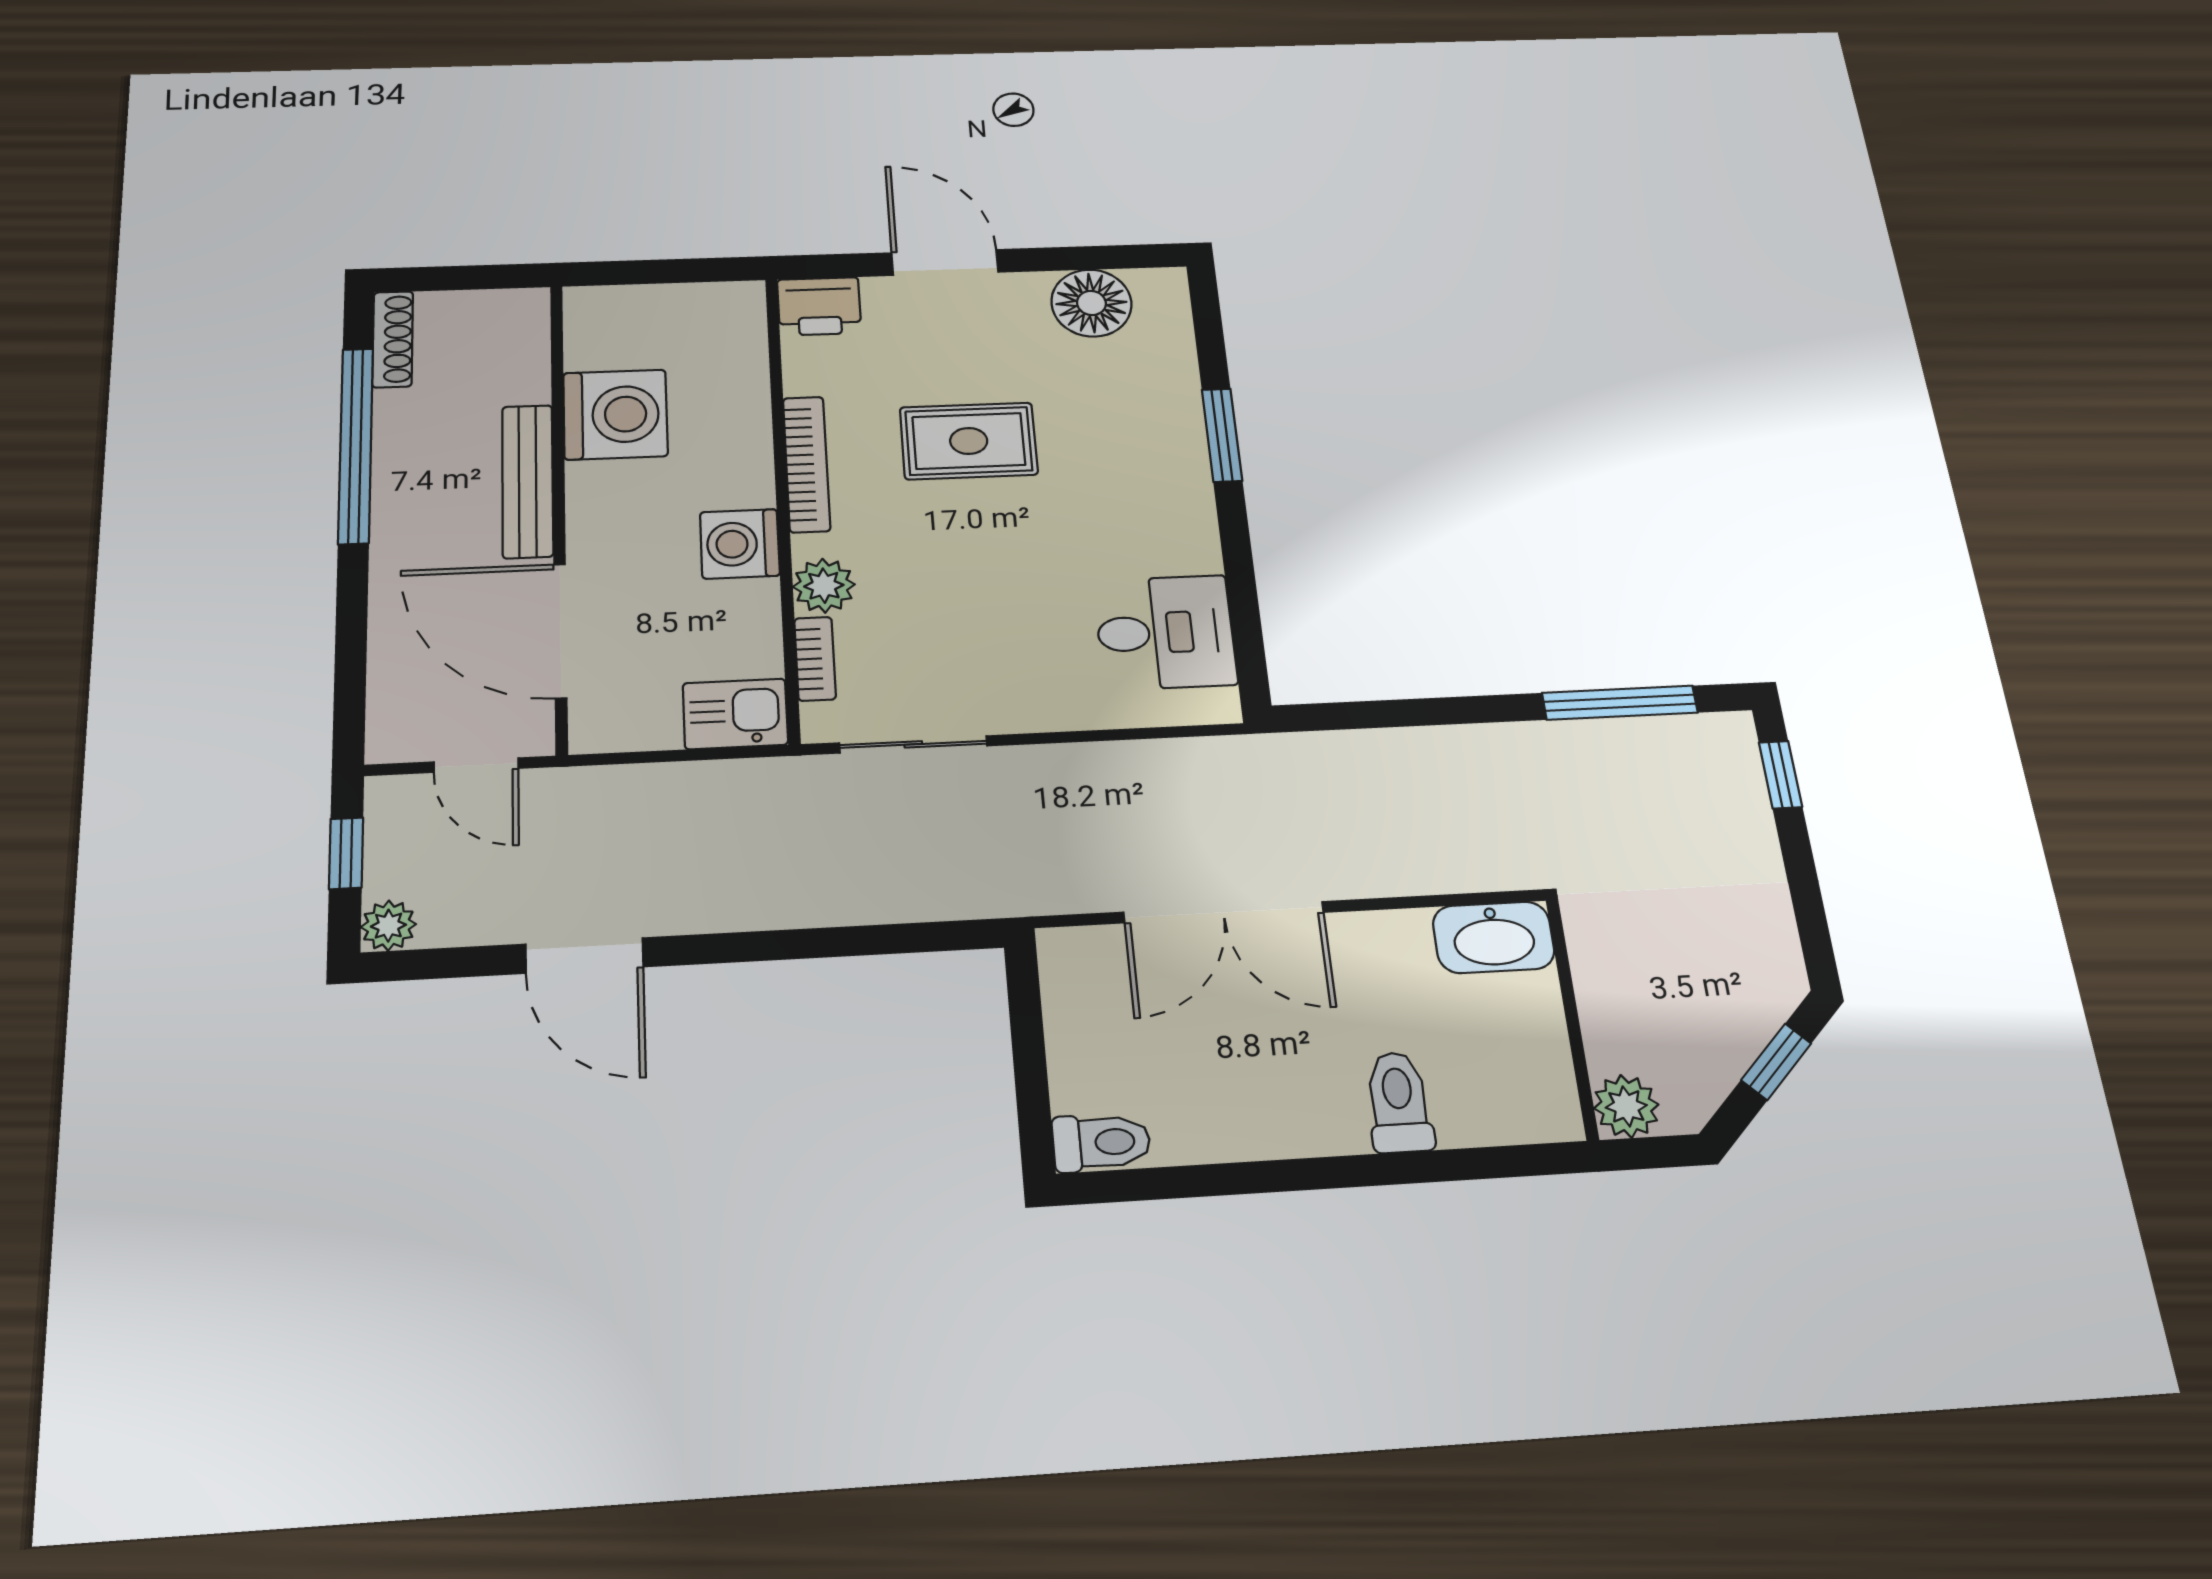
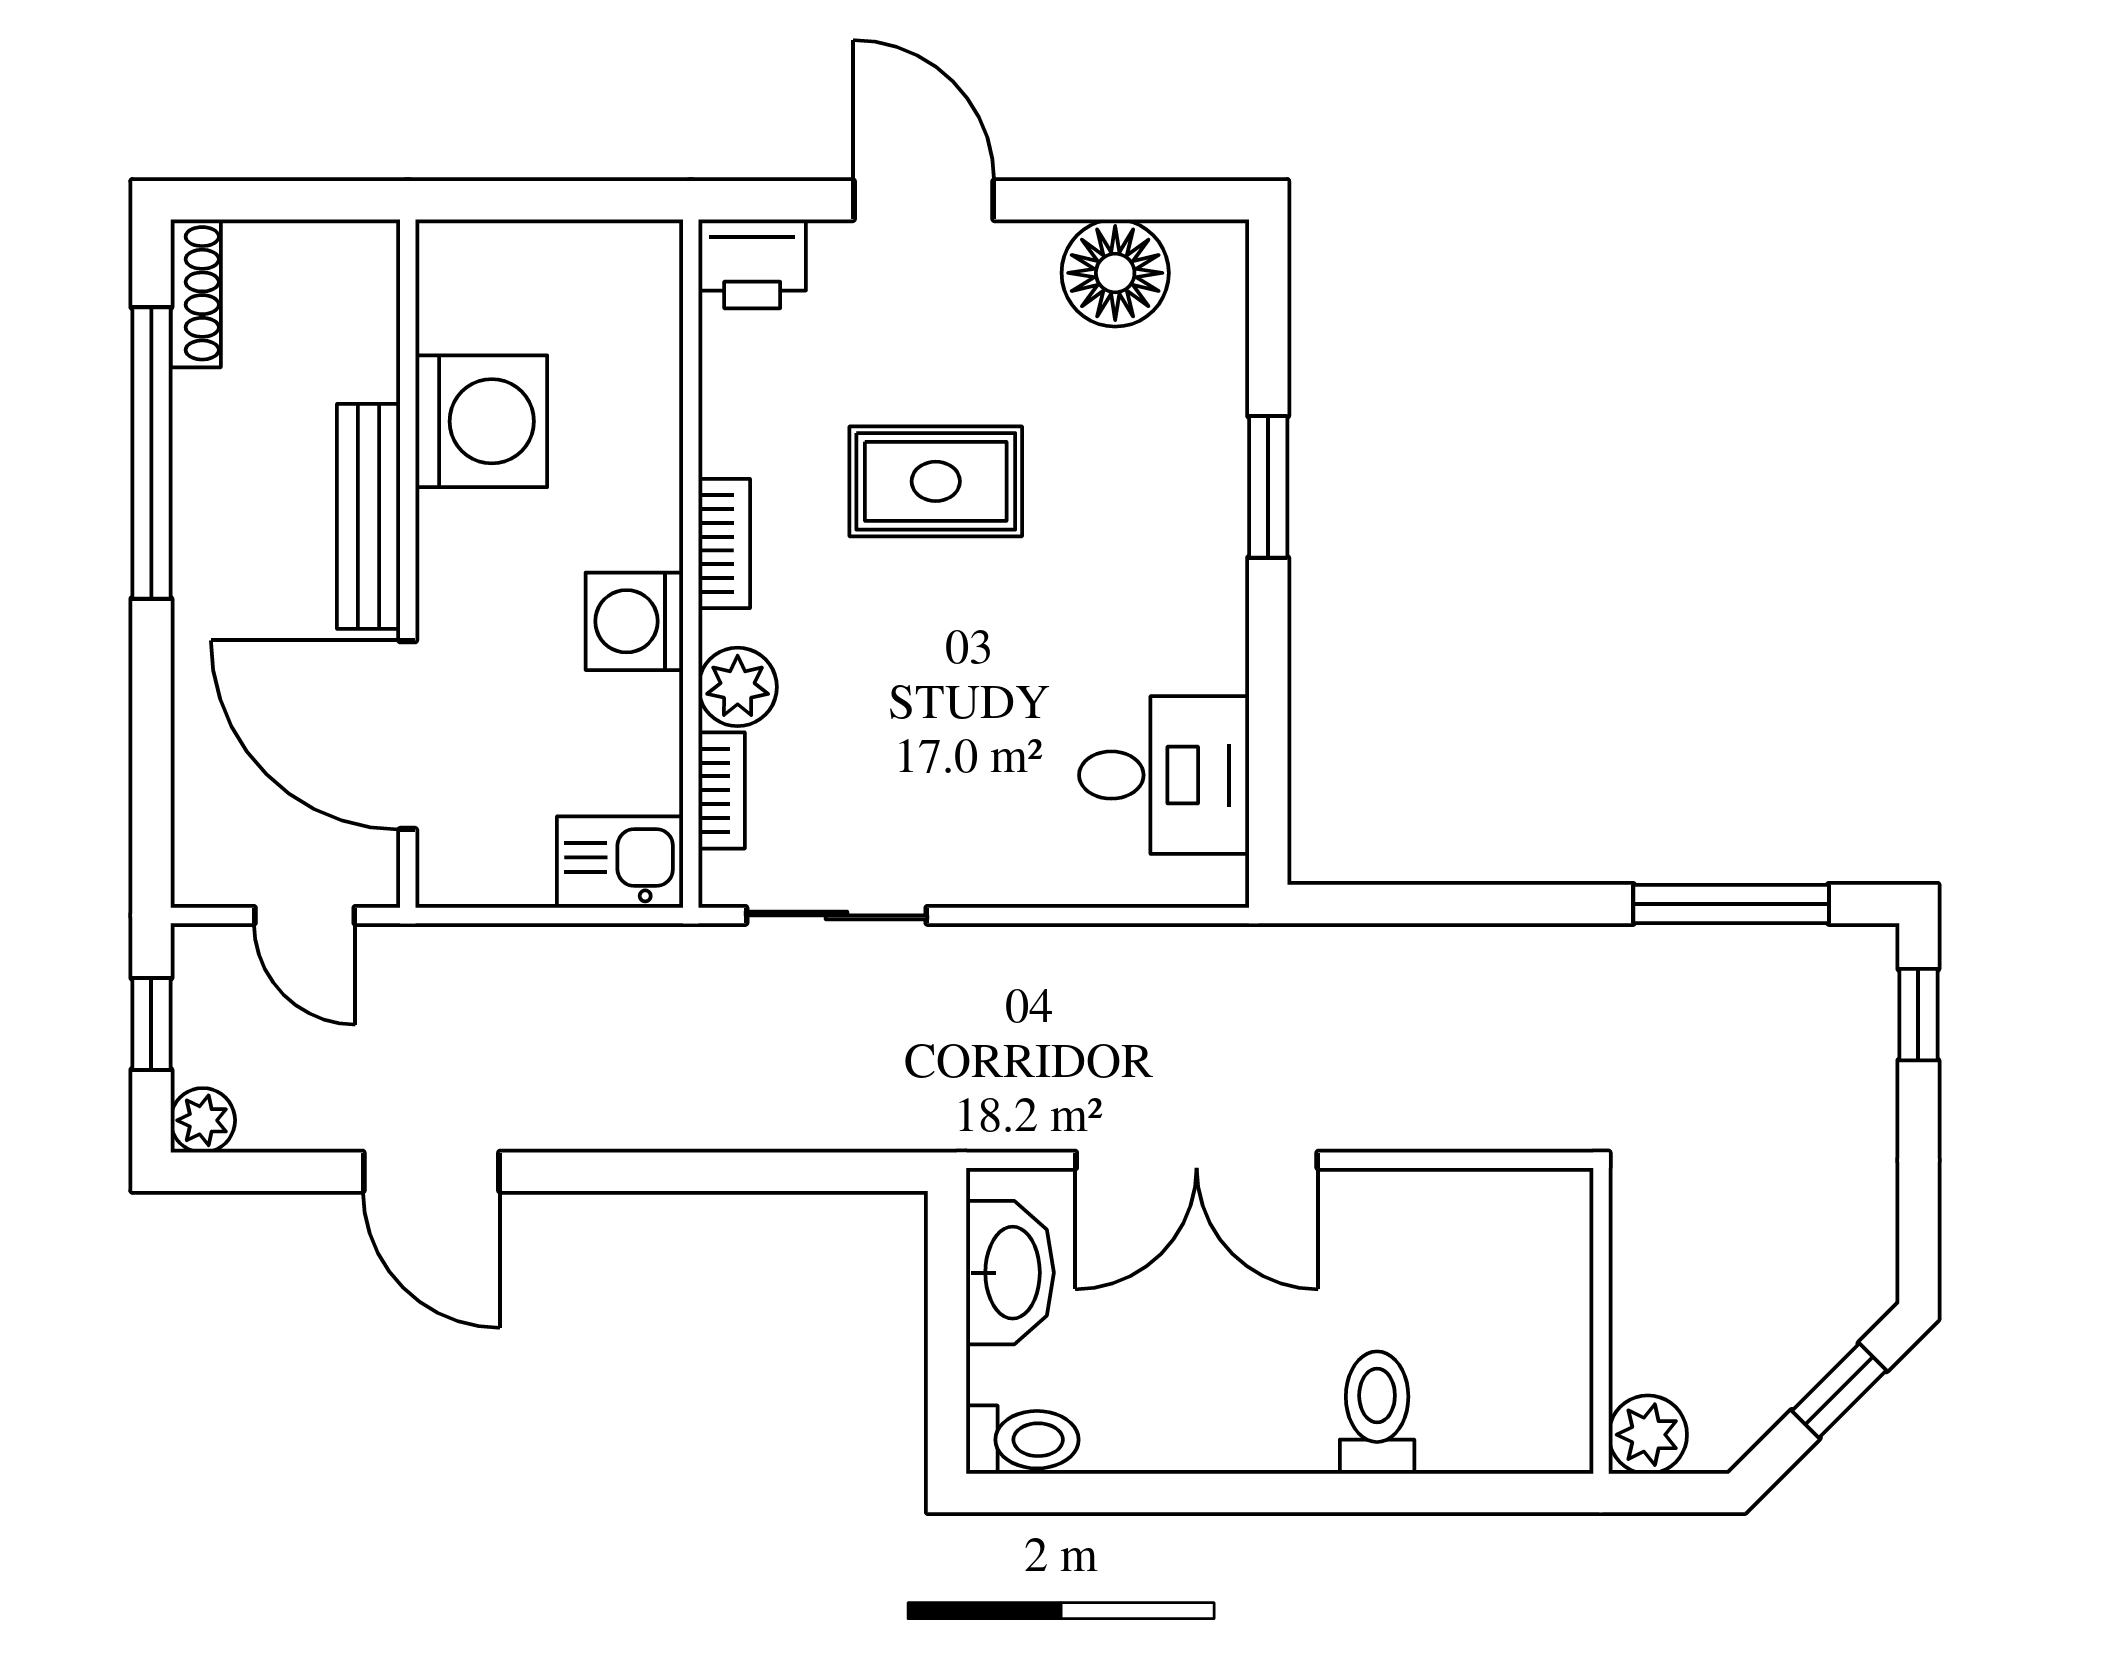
bookcase: (807, 464) -> (724, 543), width x0.64
washbasin: (1494, 937) -> (1010, 1273), moved, turned -90

